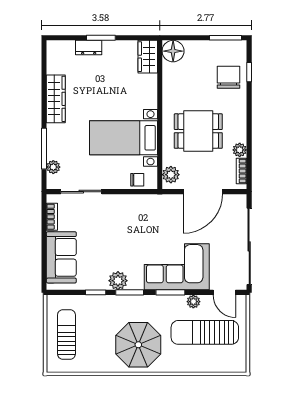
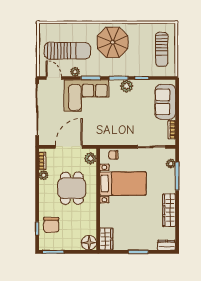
dresser: (89, 48) -> (166, 245), moved
dining table: (198, 131) -> (72, 188), turned 90

